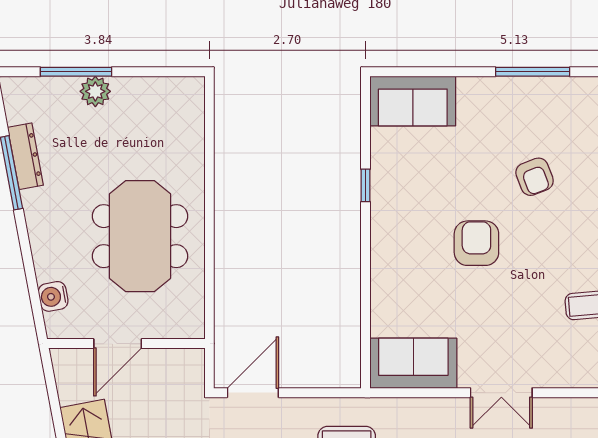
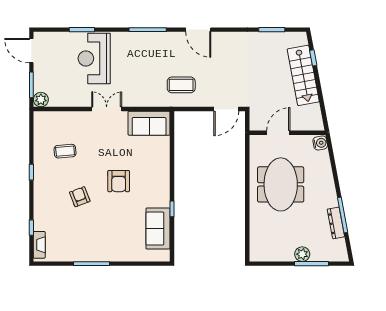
sofa: (413, 101) -> (158, 229), moved, turned -90
armchair: (535, 177) -> (80, 197), moved
water cooler: (53, 296) -> (320, 143), moved
door: (118, 344) -> (278, 133), moved

